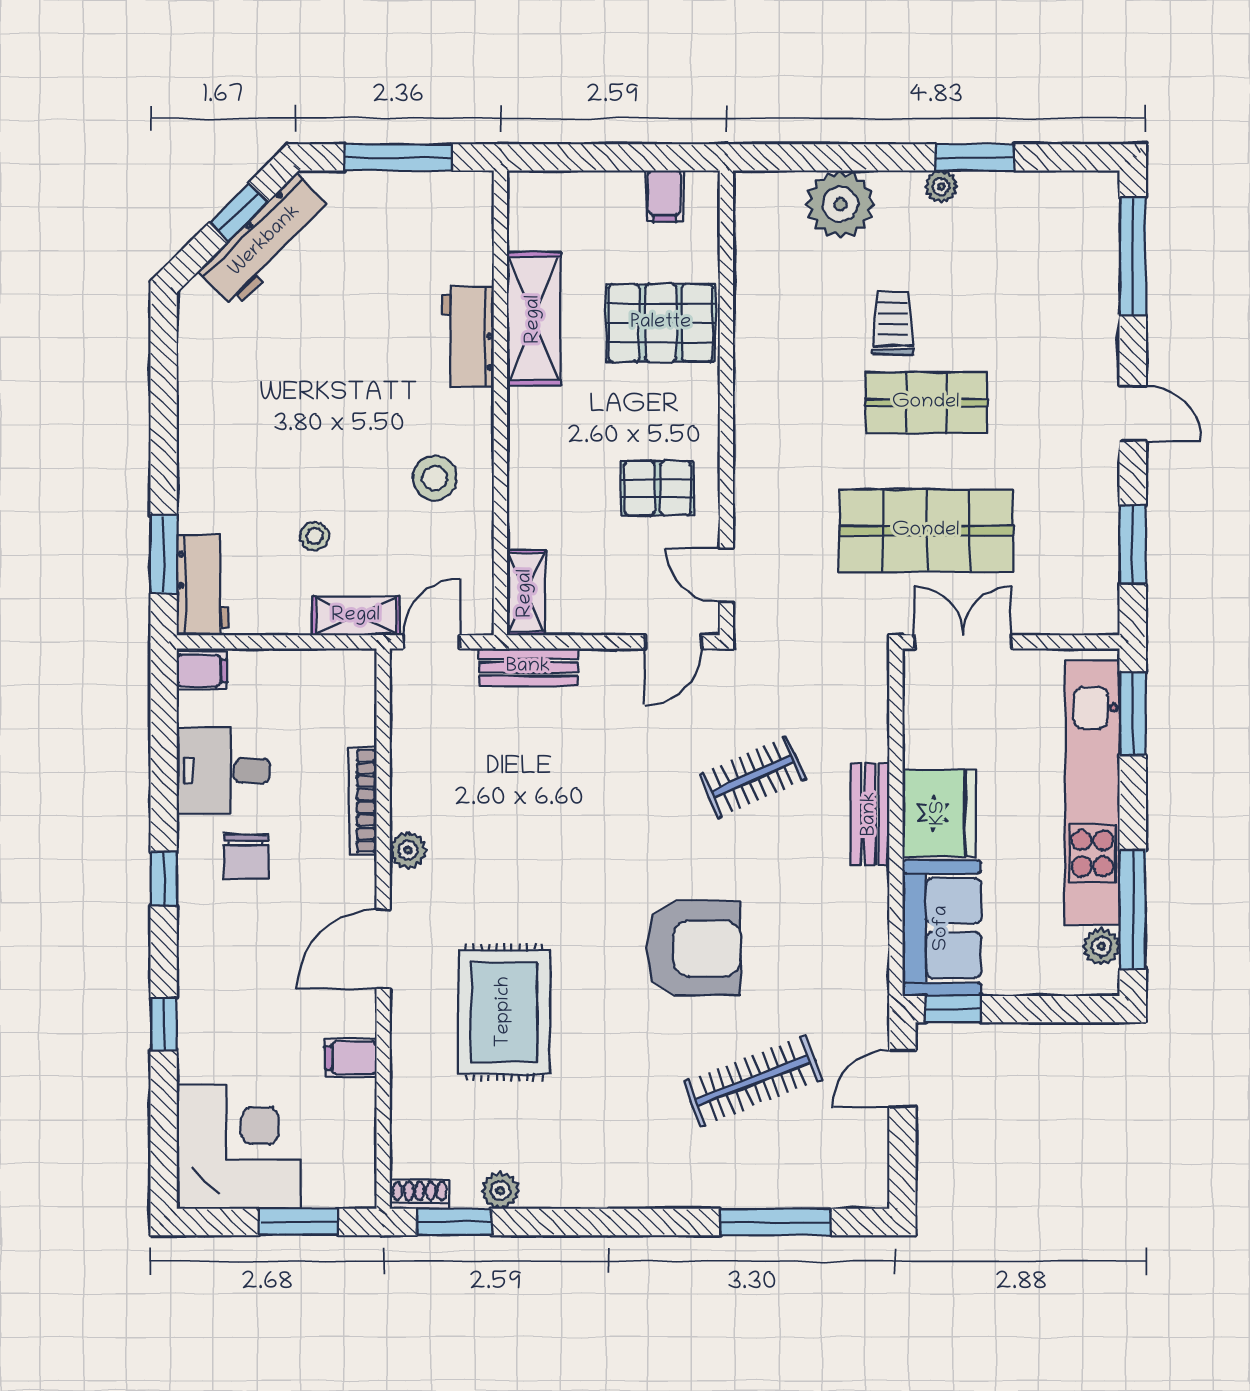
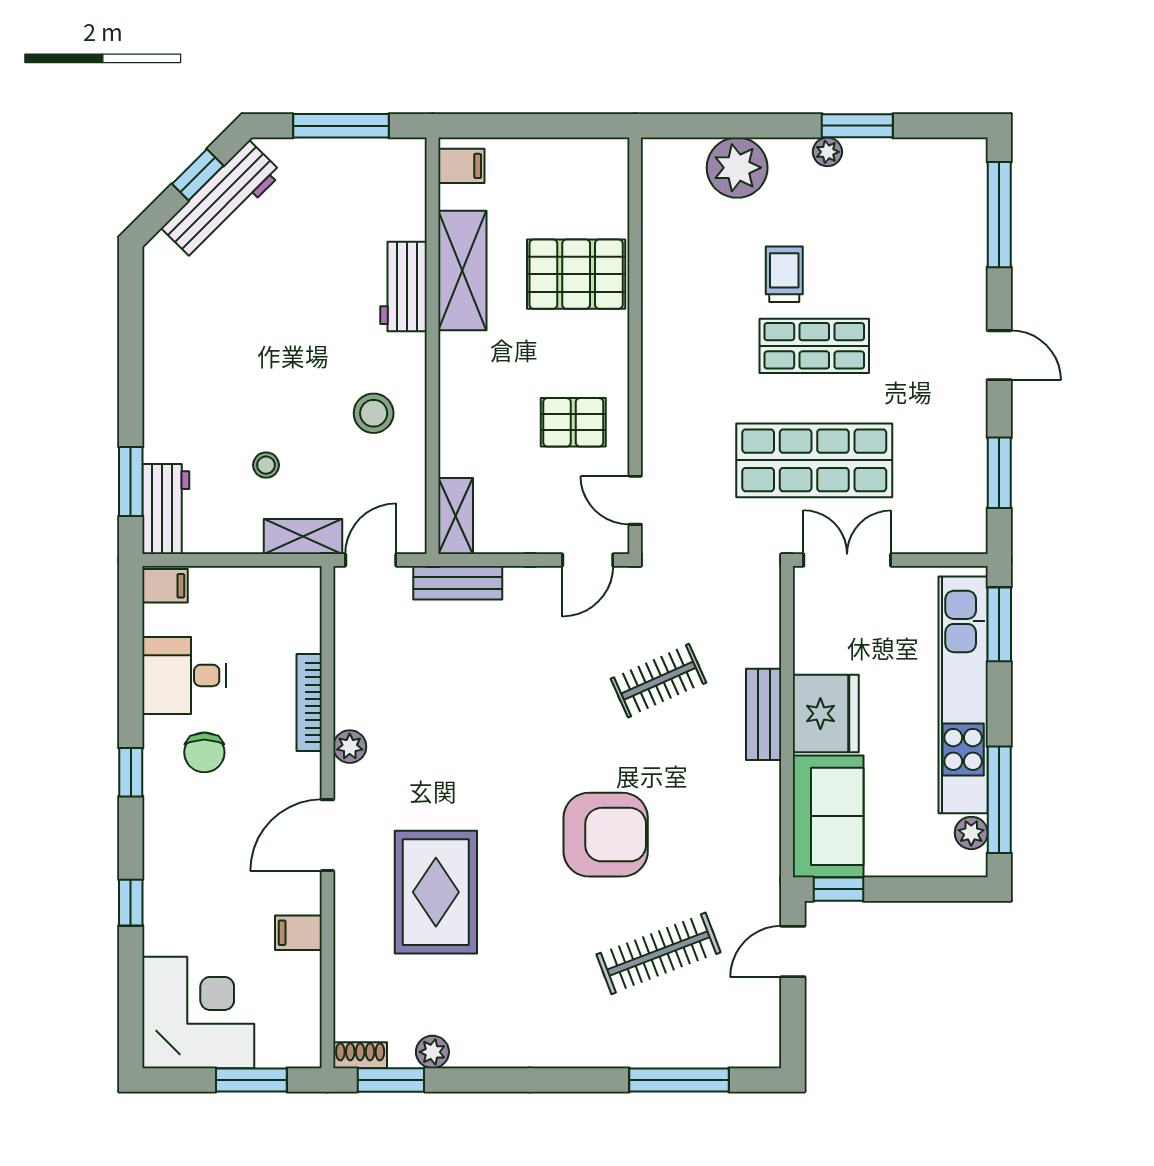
filing cabinet: (664, 196) -> (461, 166), moved, turned -90

